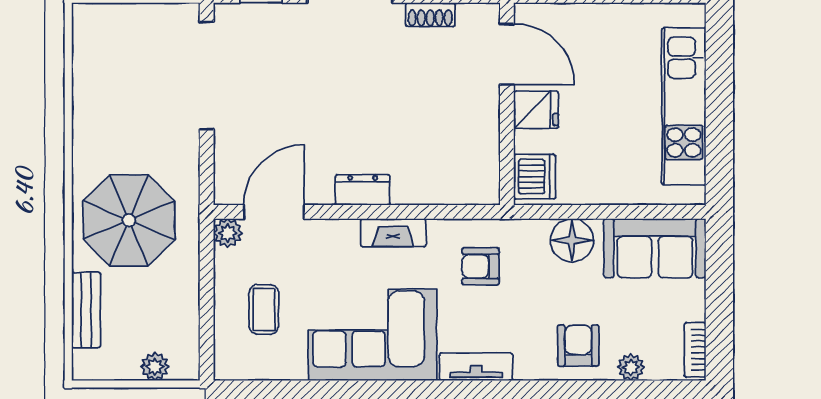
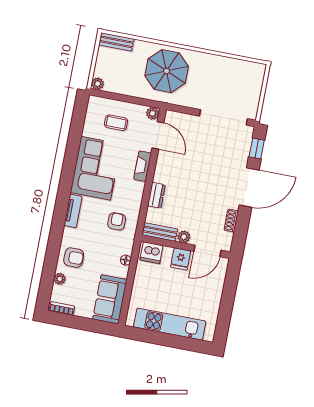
plant: (486, 112) -> (184, 237), added
bench: (486, 167) -> (160, 232), added
dresser: (363, 190) -> (156, 195), moved
fireplace: (393, 233) -> (143, 166), moved
floor lamp: (572, 240) -> (126, 260), width x0.53, depth x0.53
bench: (86, 310) -> (116, 42), moved
plant: (155, 367) -> (98, 84), moved

